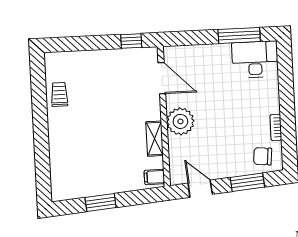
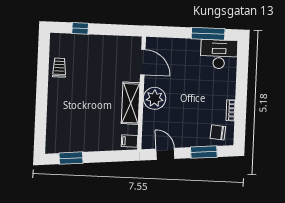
window: (131, 41) -> (80, 28), moved
shelving: (155, 139) -> (131, 103), width x1.50, depth x1.33
window: (101, 202) -> (71, 158), moved

